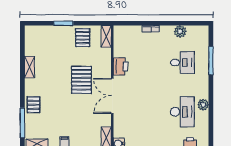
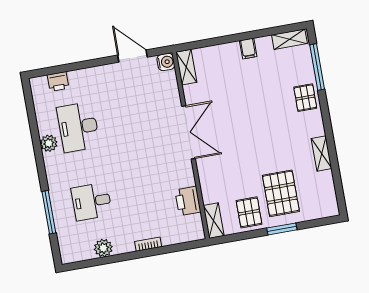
printer: (121, 66) -> (188, 201), moved
pallet: (81, 80) -> (281, 193), moved

